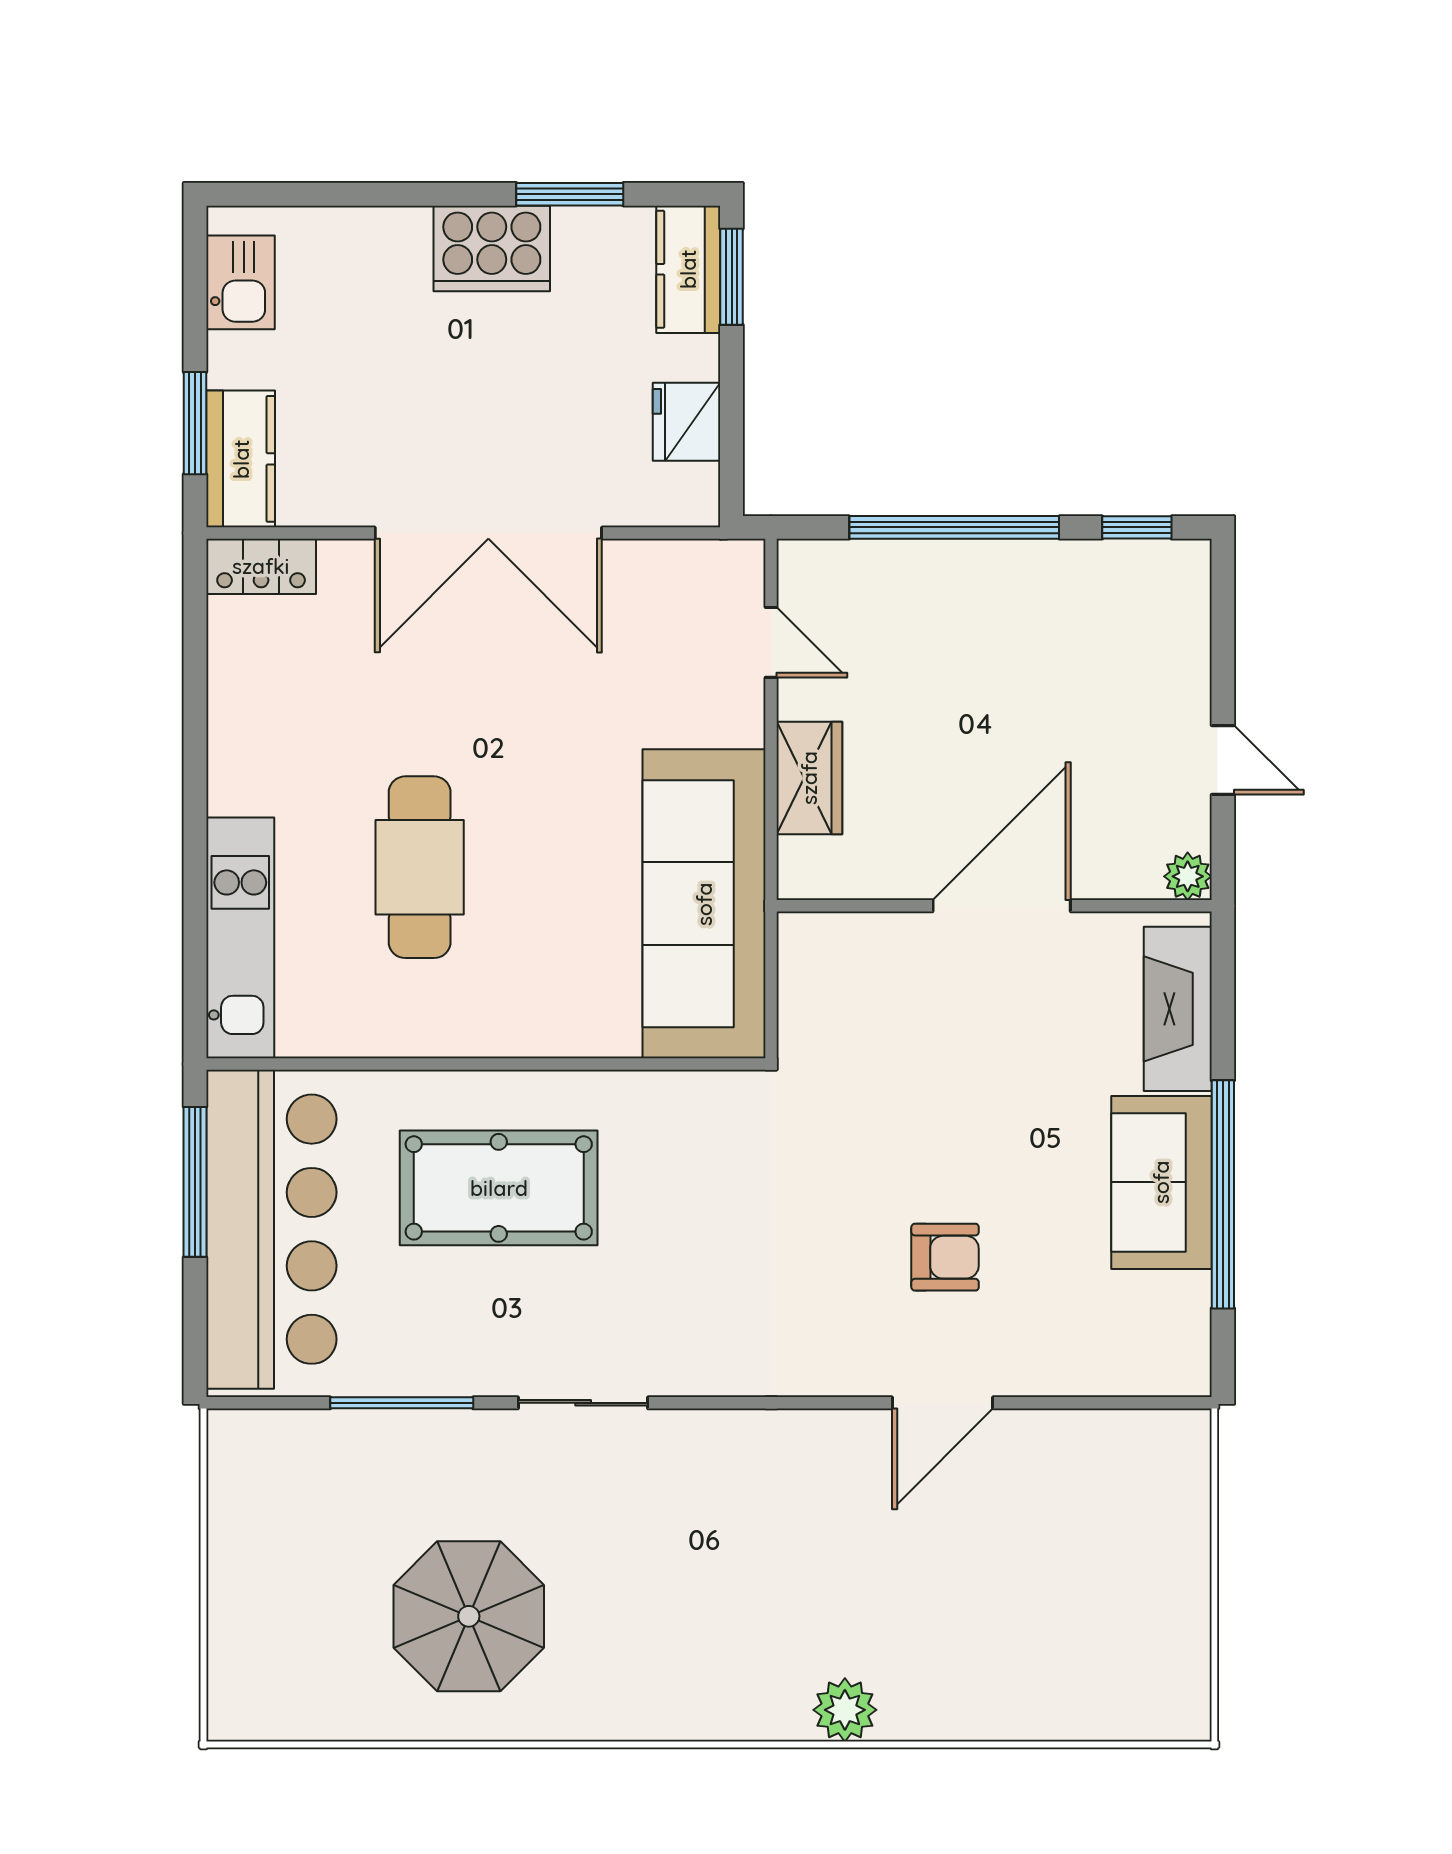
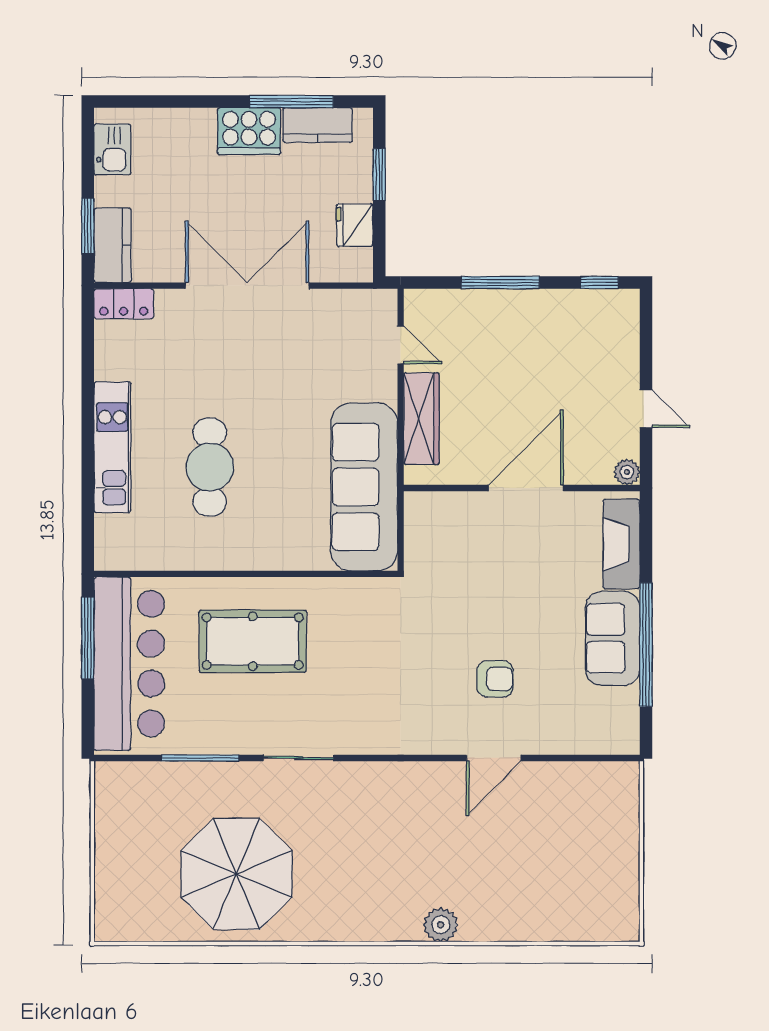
window: (570, 194) -> (291, 102), width x1.44
kitchen counter: (688, 269) -> (318, 125), moved, turned -90
window: (732, 277) -> (379, 174), moved
window: (954, 527) -> (500, 283), width x0.68
double door: (488, 533) -> (247, 286), swing flipped
wardrobe: (809, 778) -> (421, 419), width x1.50
kitchen unit: (240, 938) -> (112, 447), moved
parasol: (469, 1616) -> (236, 874), width x1.36, depth x1.36

